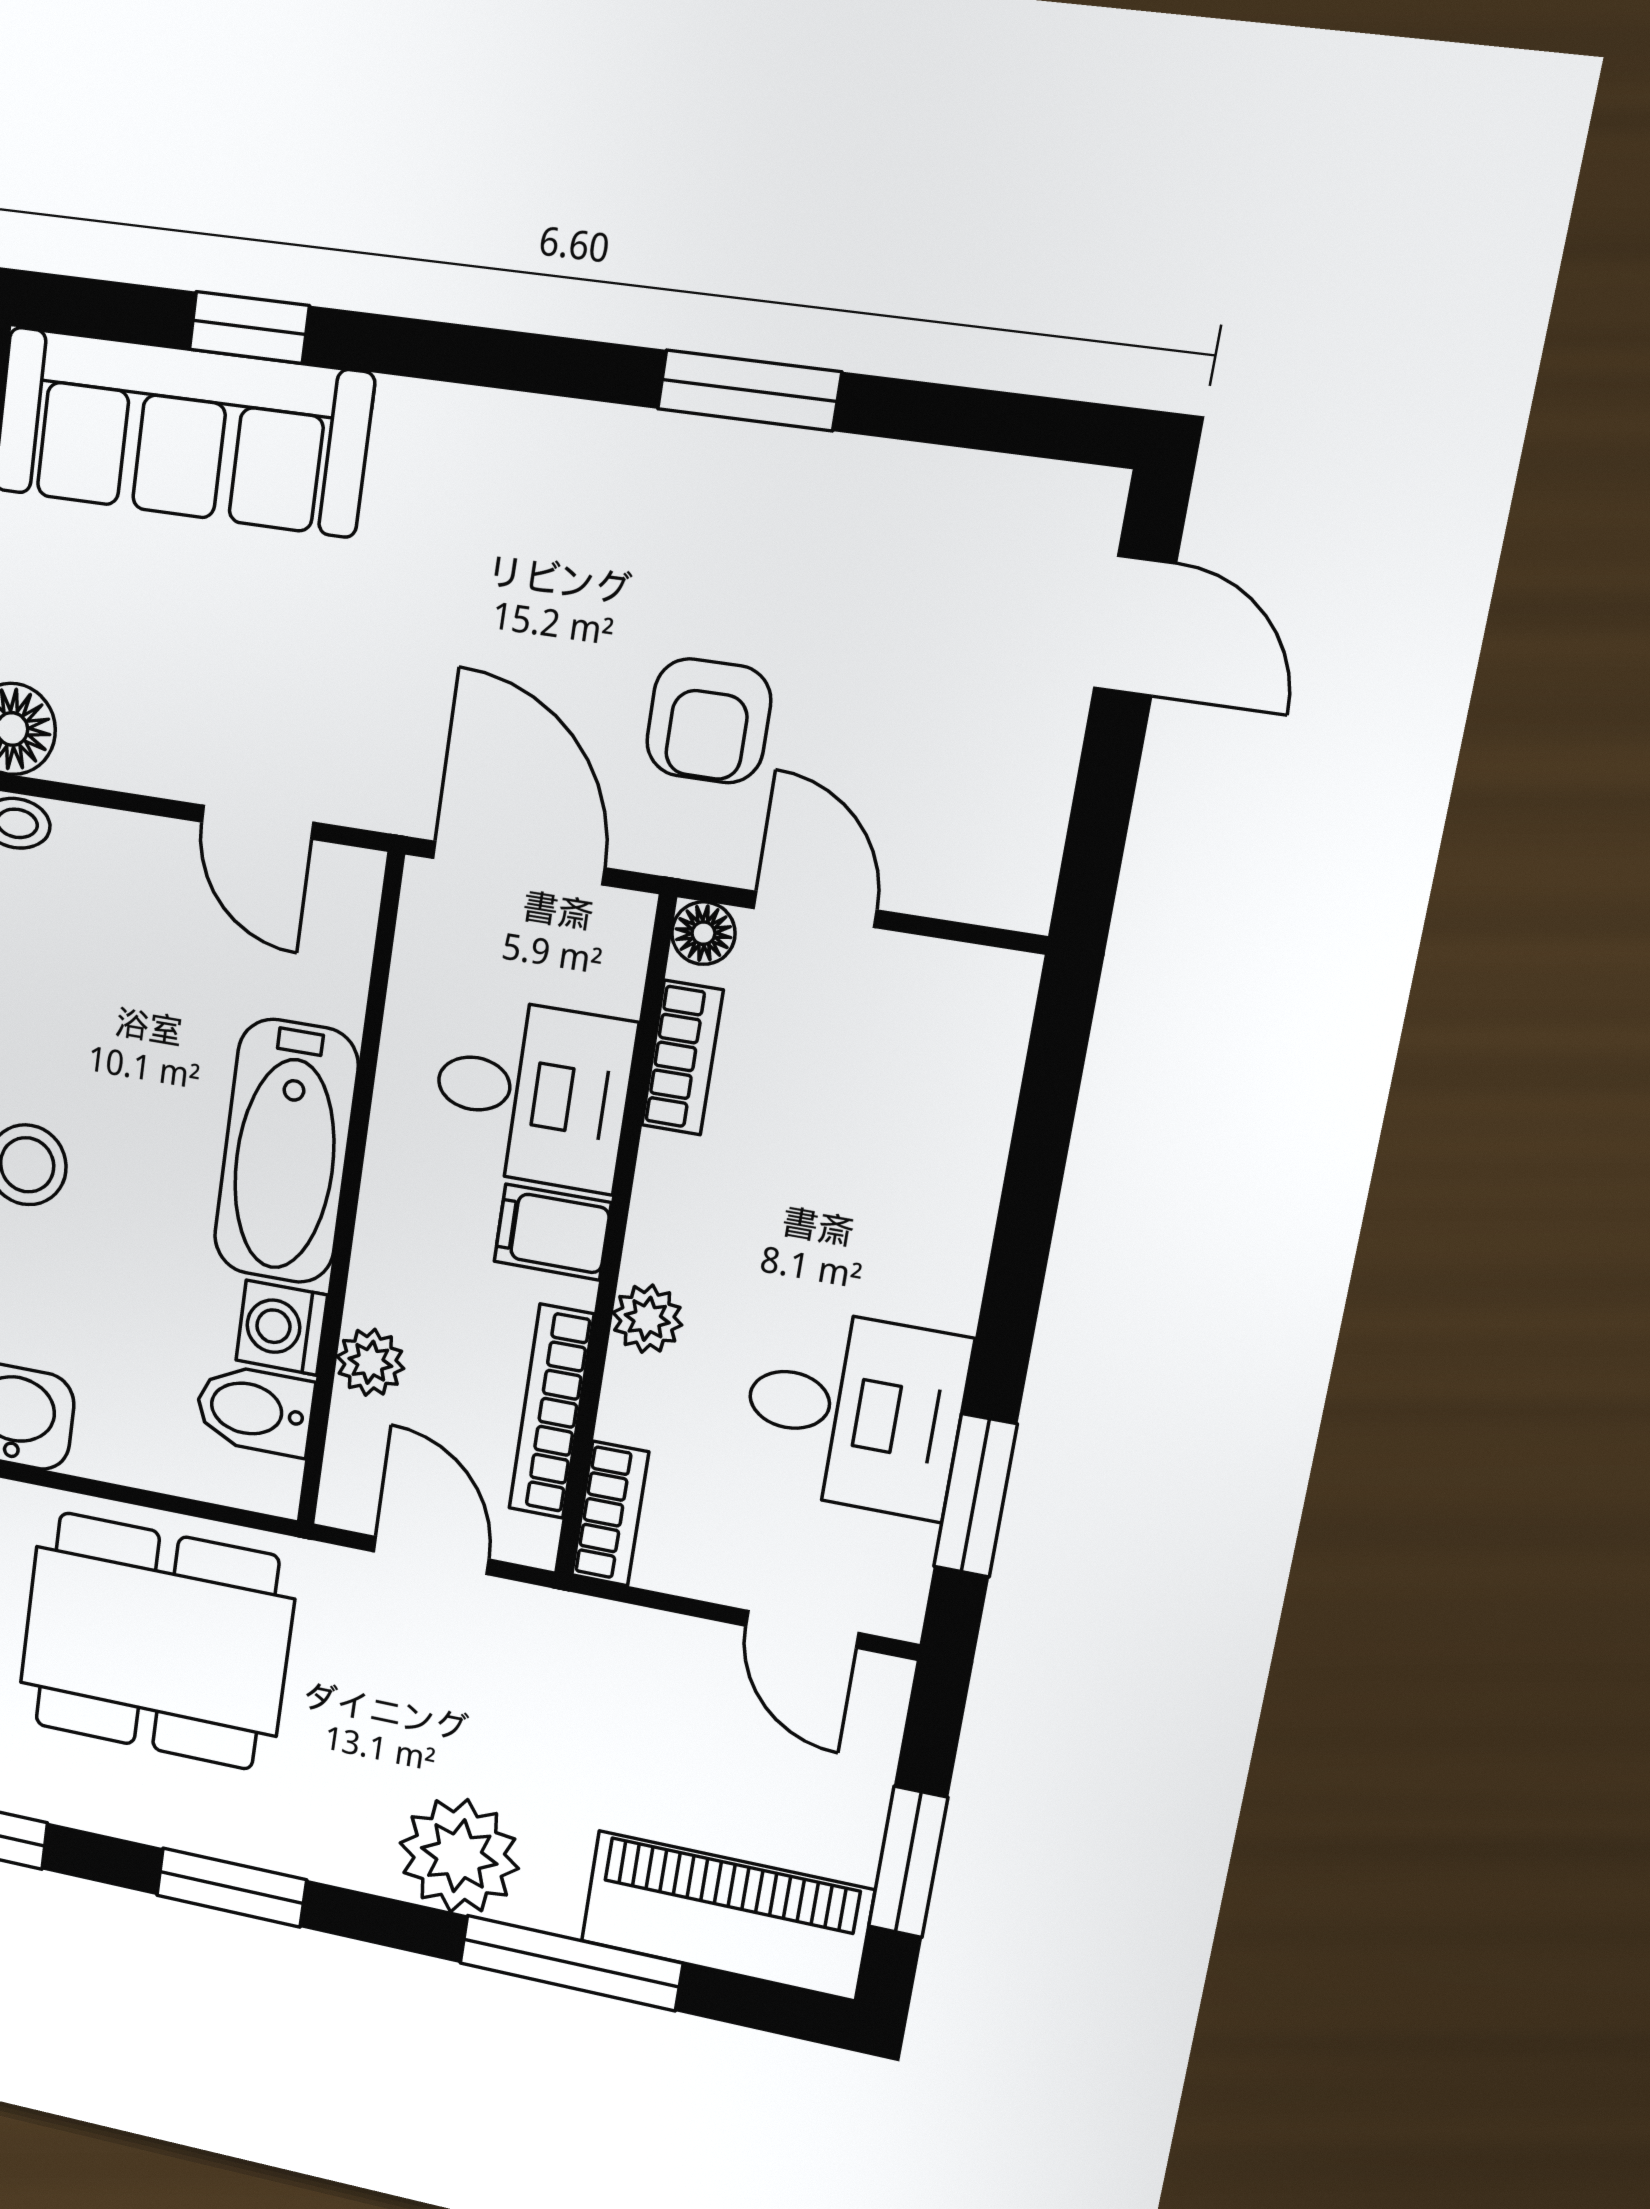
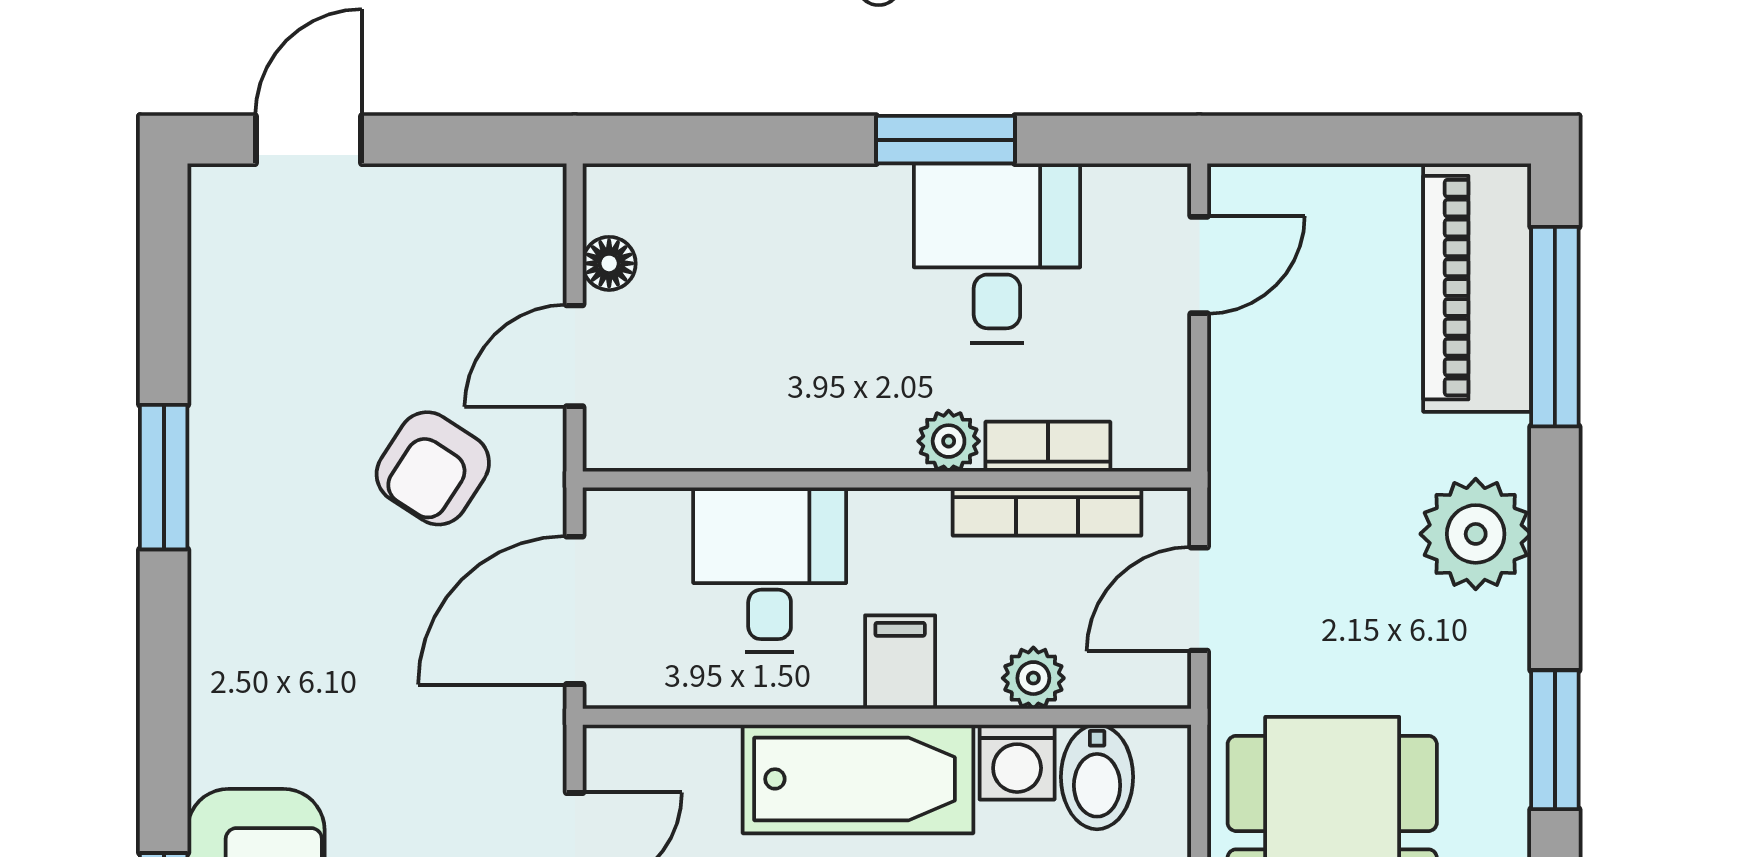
armchair: (709, 721) -> (433, 468), turned 123
floor lamp: (703, 933) -> (609, 263), moved
bookcase: (682, 1058) -> (717, 446), removed
filing cabinet: (553, 1232) -> (900, 662), moved, turned 180
window: (975, 1496) -> (946, 140), moved
bookcase: (610, 1514) -> (1048, 447), moved
window: (908, 1862) -> (1391, 140), removed
window: (571, 1963) -> (1555, 327), moved

